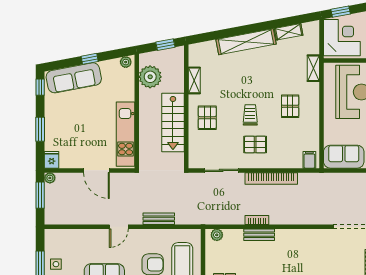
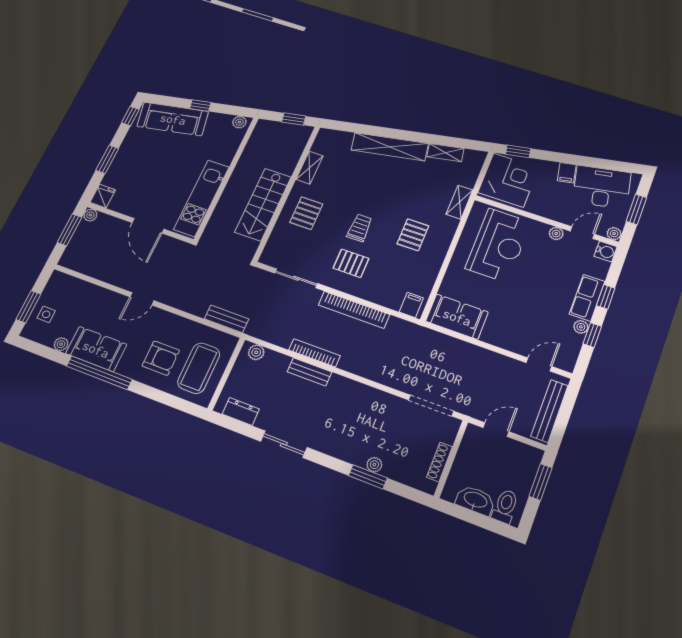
plant: (150, 77) -> (260, 147), removed
bench: (159, 219) -> (227, 319), moved
bookcase: (257, 220) -> (314, 353), width x1.56

